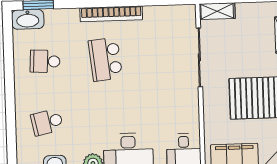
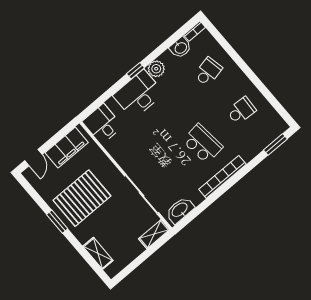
washbasin: (28, 19) -> (180, 210), moved

